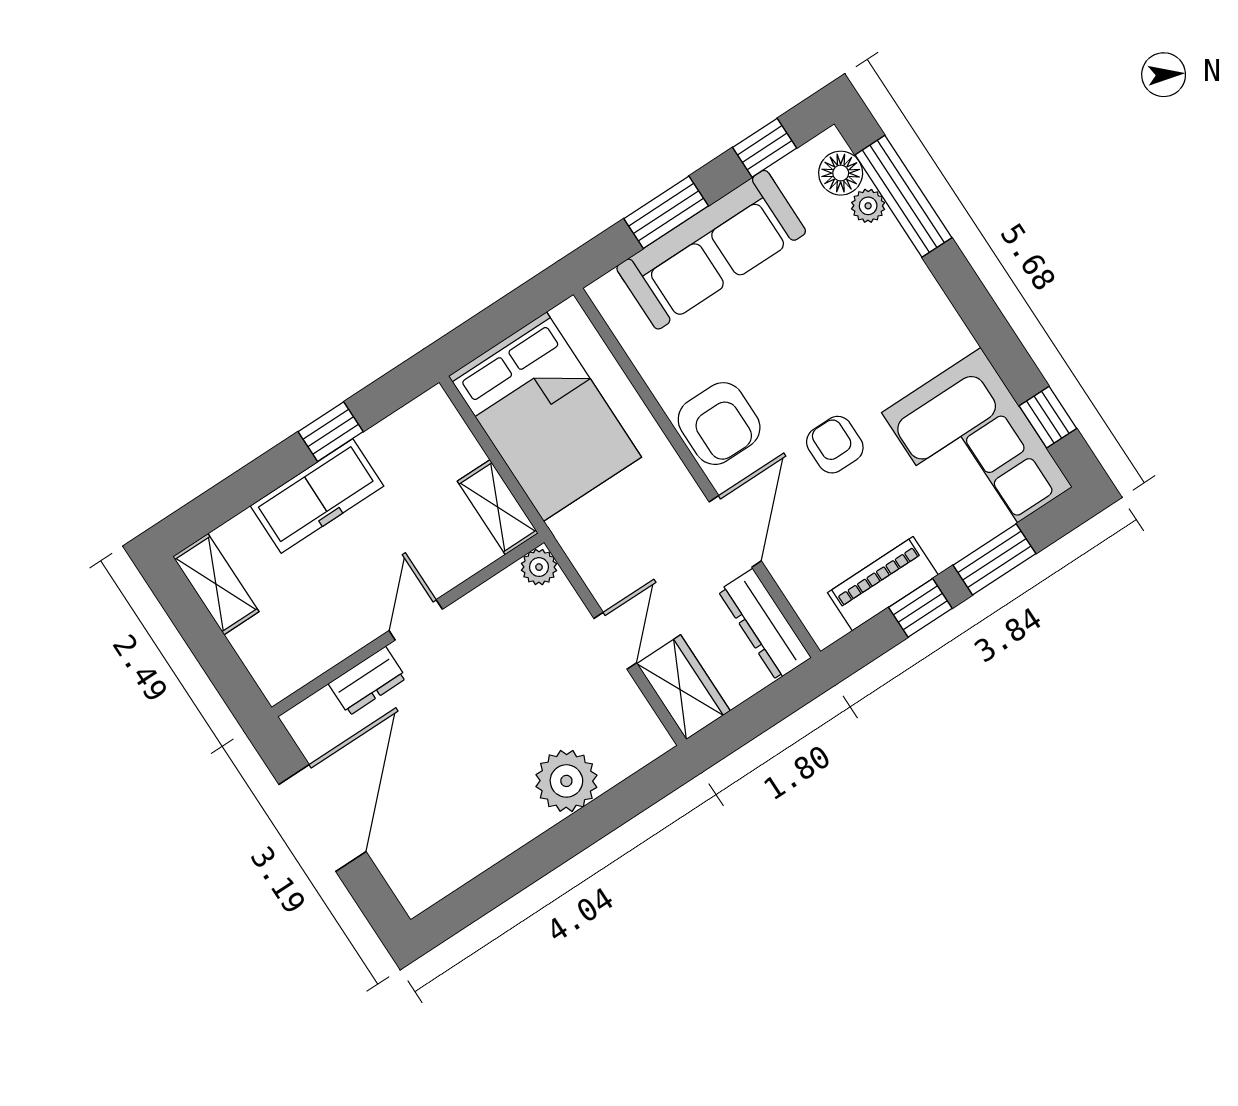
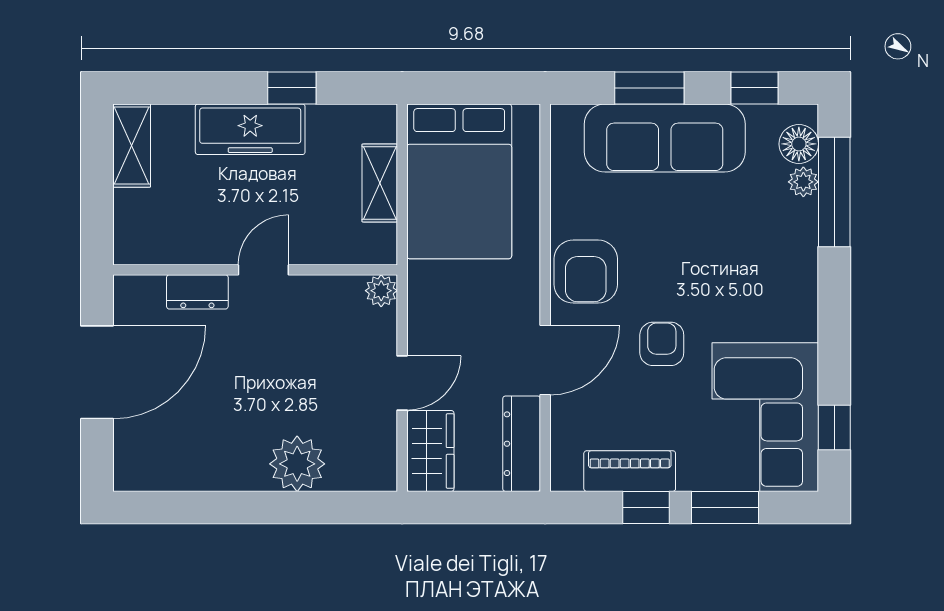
shelving: (498, 507) -> (380, 183), moved

